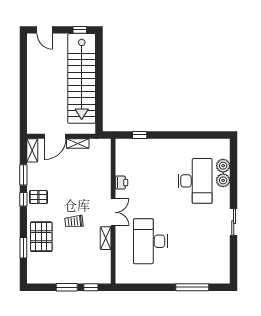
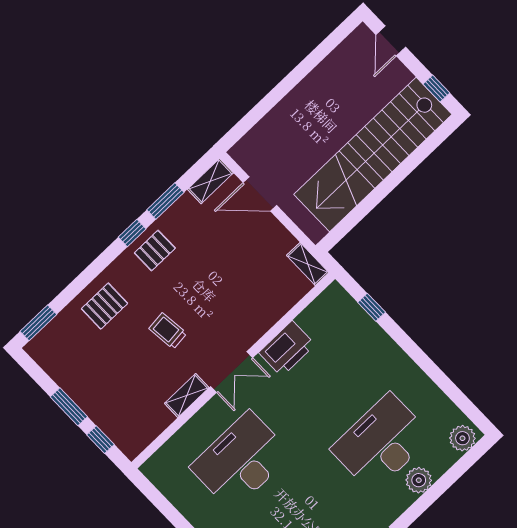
shelving: (78, 143) -> (308, 264), moved
plant: (223, 166) -> (462, 438), moved
desk: (195, 181) -> (381, 443), turned 180
printer: (122, 183) -> (287, 349), width x1.87, depth x1.48
pallet: (38, 197) -> (155, 251), turned 90
pallet: (41, 237) -> (105, 306), width x0.67, depth x0.71
window: (23, 248) -> (38, 323), moved

